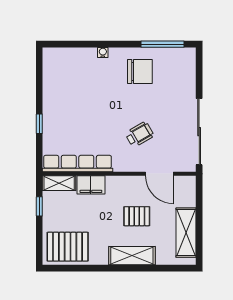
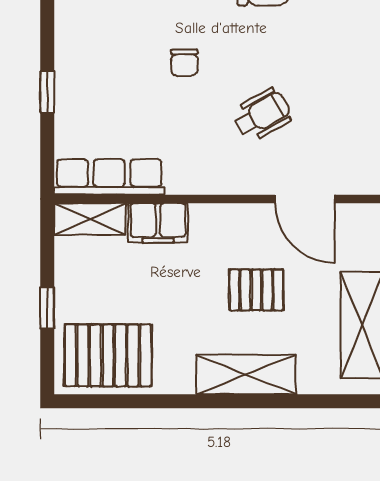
chair: (103, 110) -> (184, 63), added
row of seats: (78, 163) -> (109, 177), width x0.73
window: (39, 206) -> (47, 308), moved

